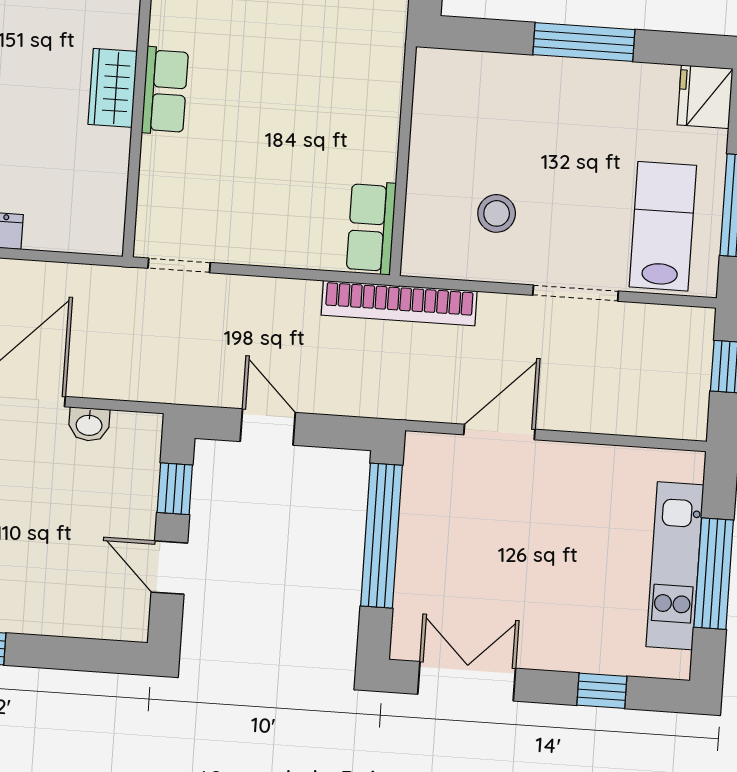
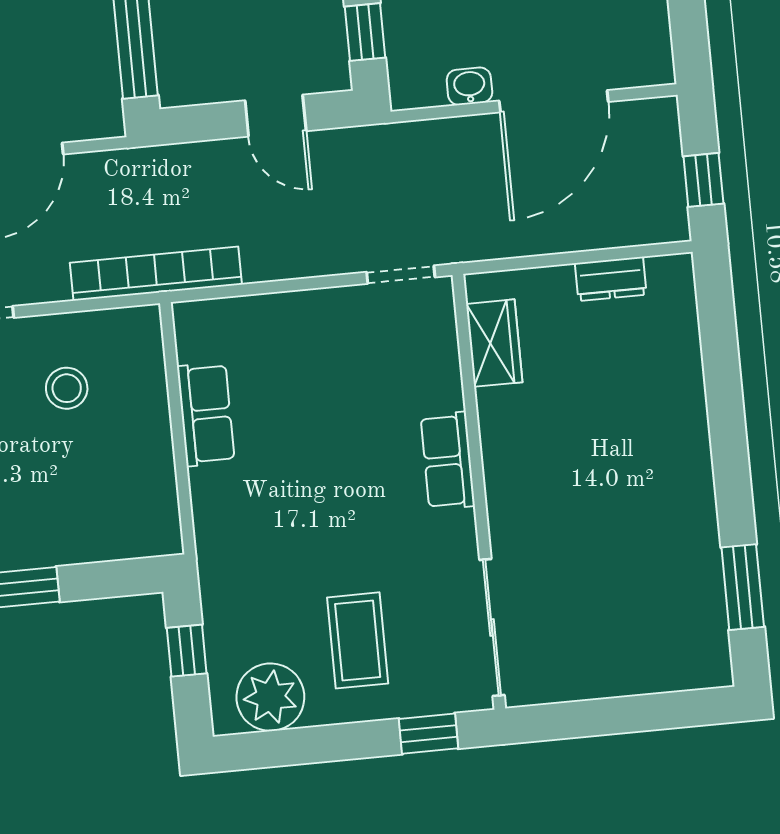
wardrobe: (113, 88) -> (494, 343), moved
row of seats: (371, 228) -> (206, 414), moved

